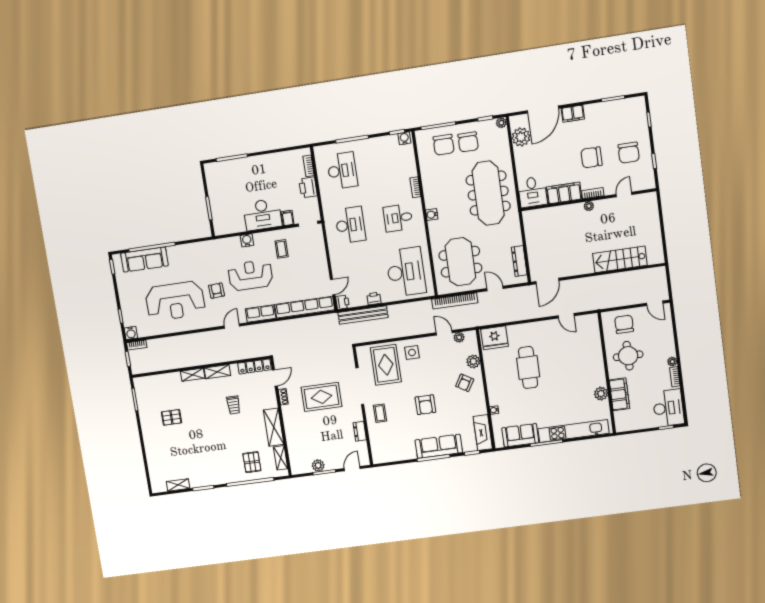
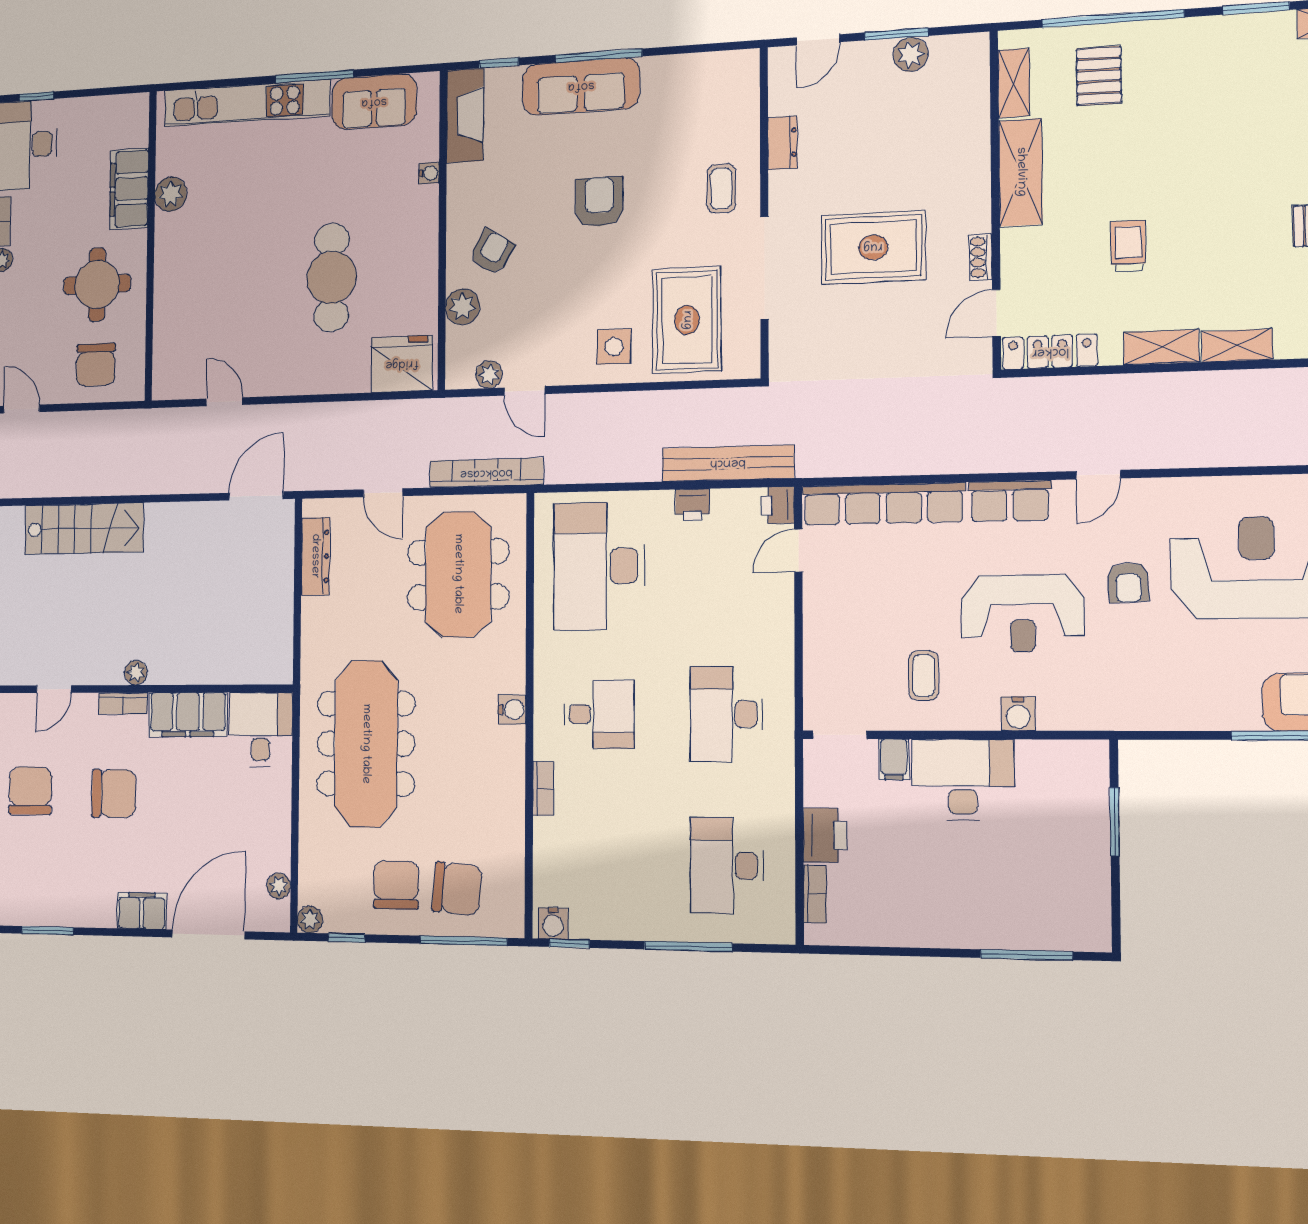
plant: (521, 137) -> (279, 886), width x0.53, depth x0.53
chair: (444, 145) -> (457, 889), turned 95

